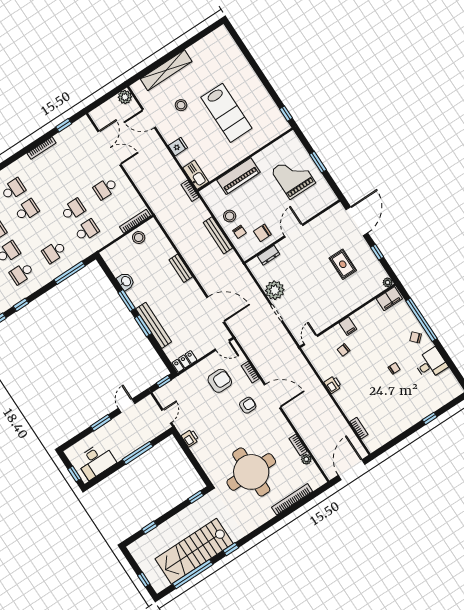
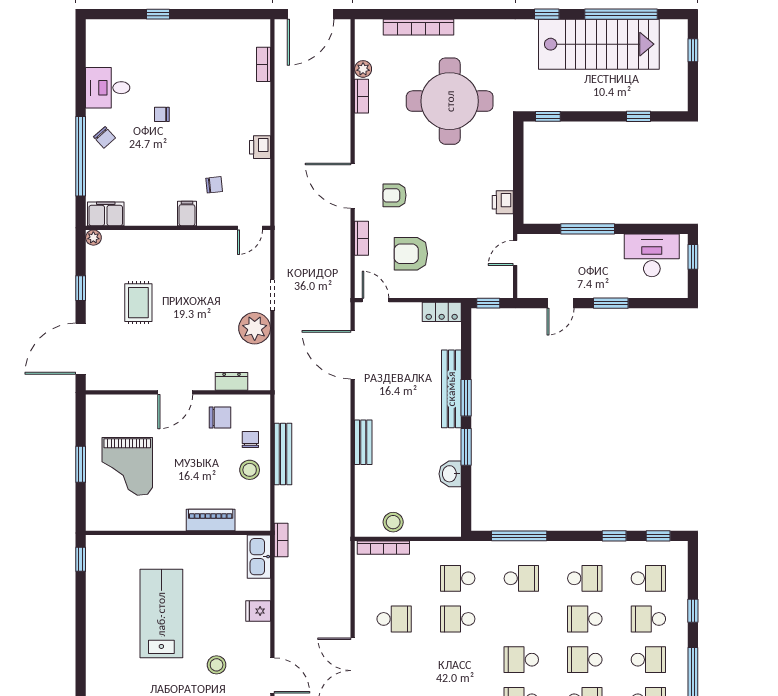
piano: (238, 176) -> (211, 520), width x0.73, depth x0.75

